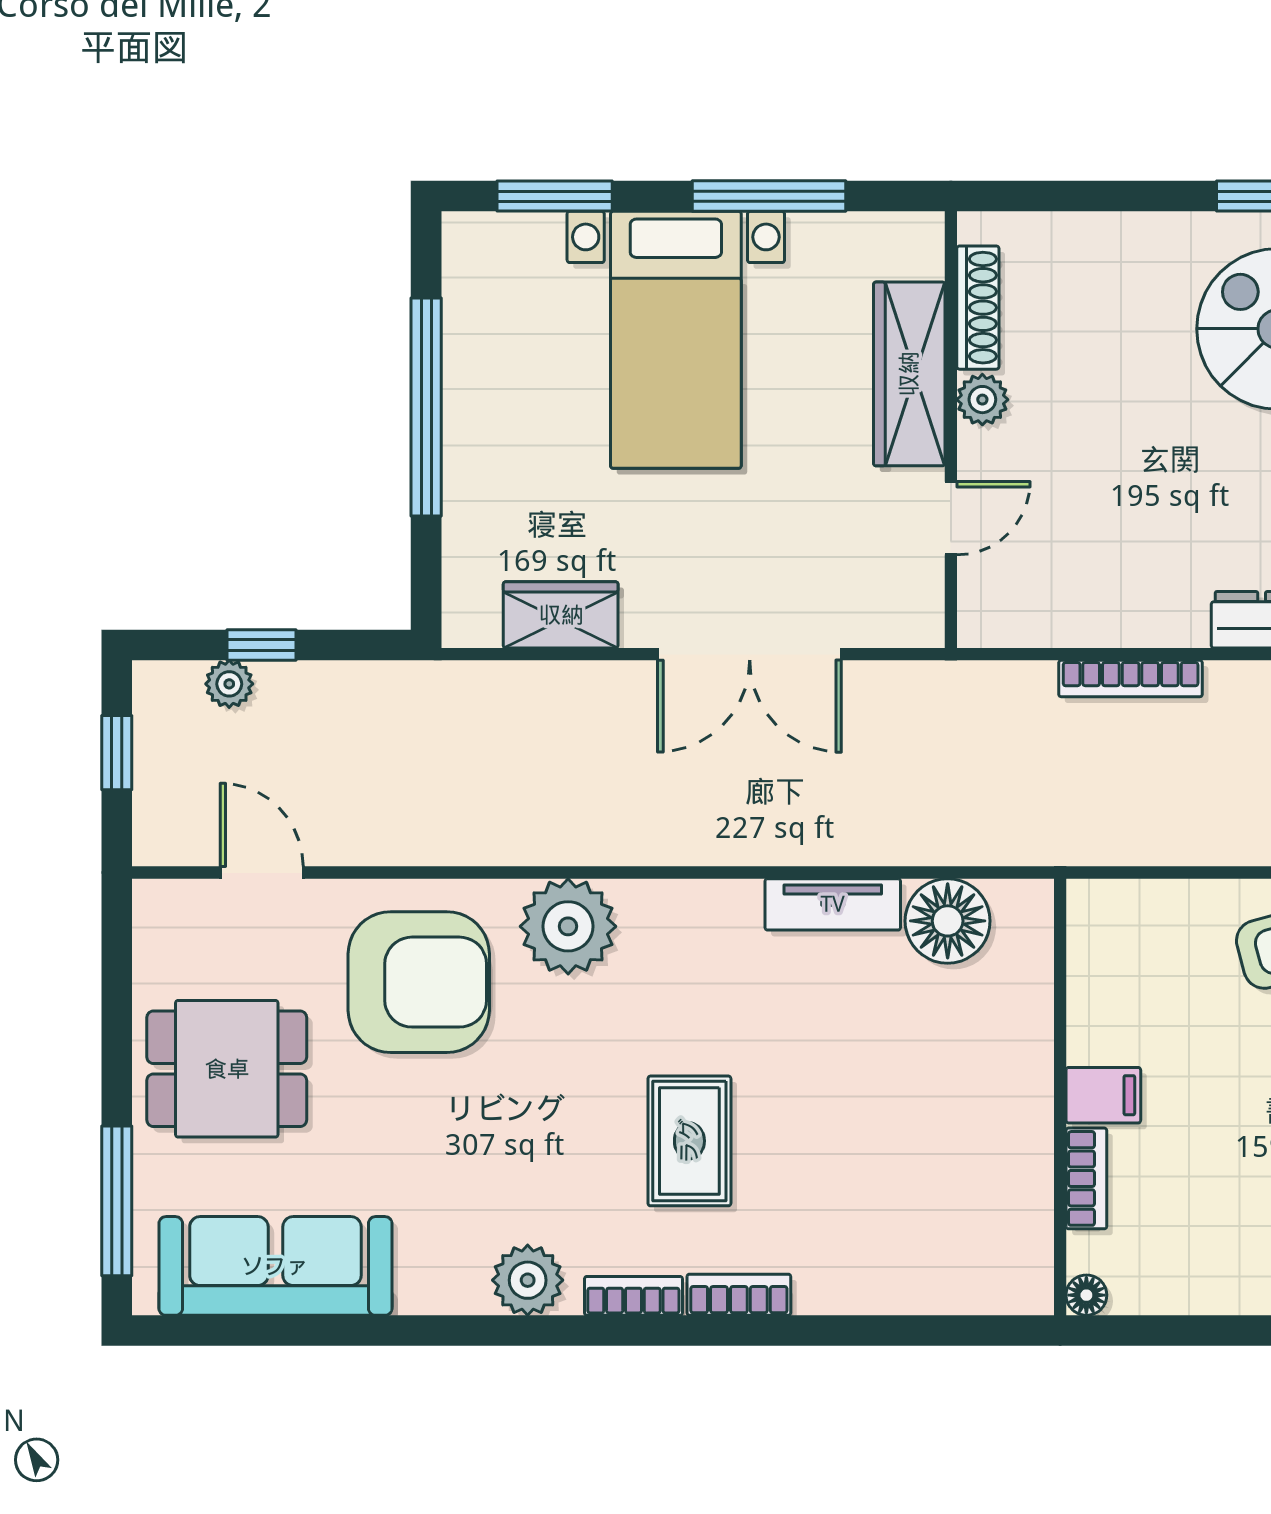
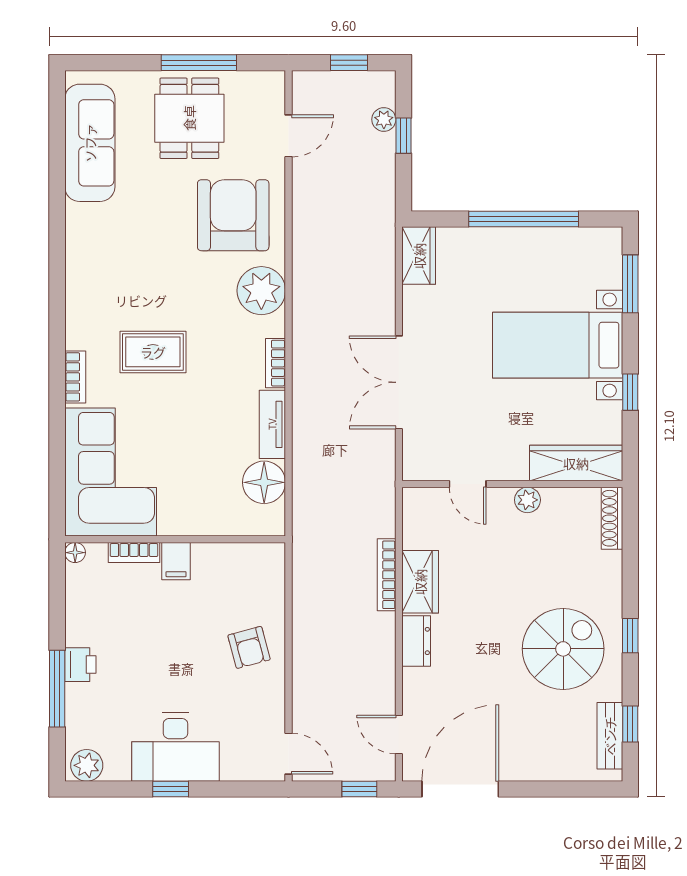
window: (769, 196) -> (630, 392), width x0.46
shoe rack: (978, 308) -> (612, 518), moved, turned 90
wardrobe: (909, 374) -> (576, 463), moved
wardrobe: (1144, 612) -> (420, 582), added
wardrobe: (561, 615) -> (419, 256), moved
armchair: (419, 982) -> (233, 215), turned 180
window: (117, 1201) -> (199, 63), moved
corner sofa: (927, 1225) -> (111, 472), added
plant: (528, 1280) -> (83, 270), removed
bookcase: (633, 1296) -> (276, 363), moved, turned 180

